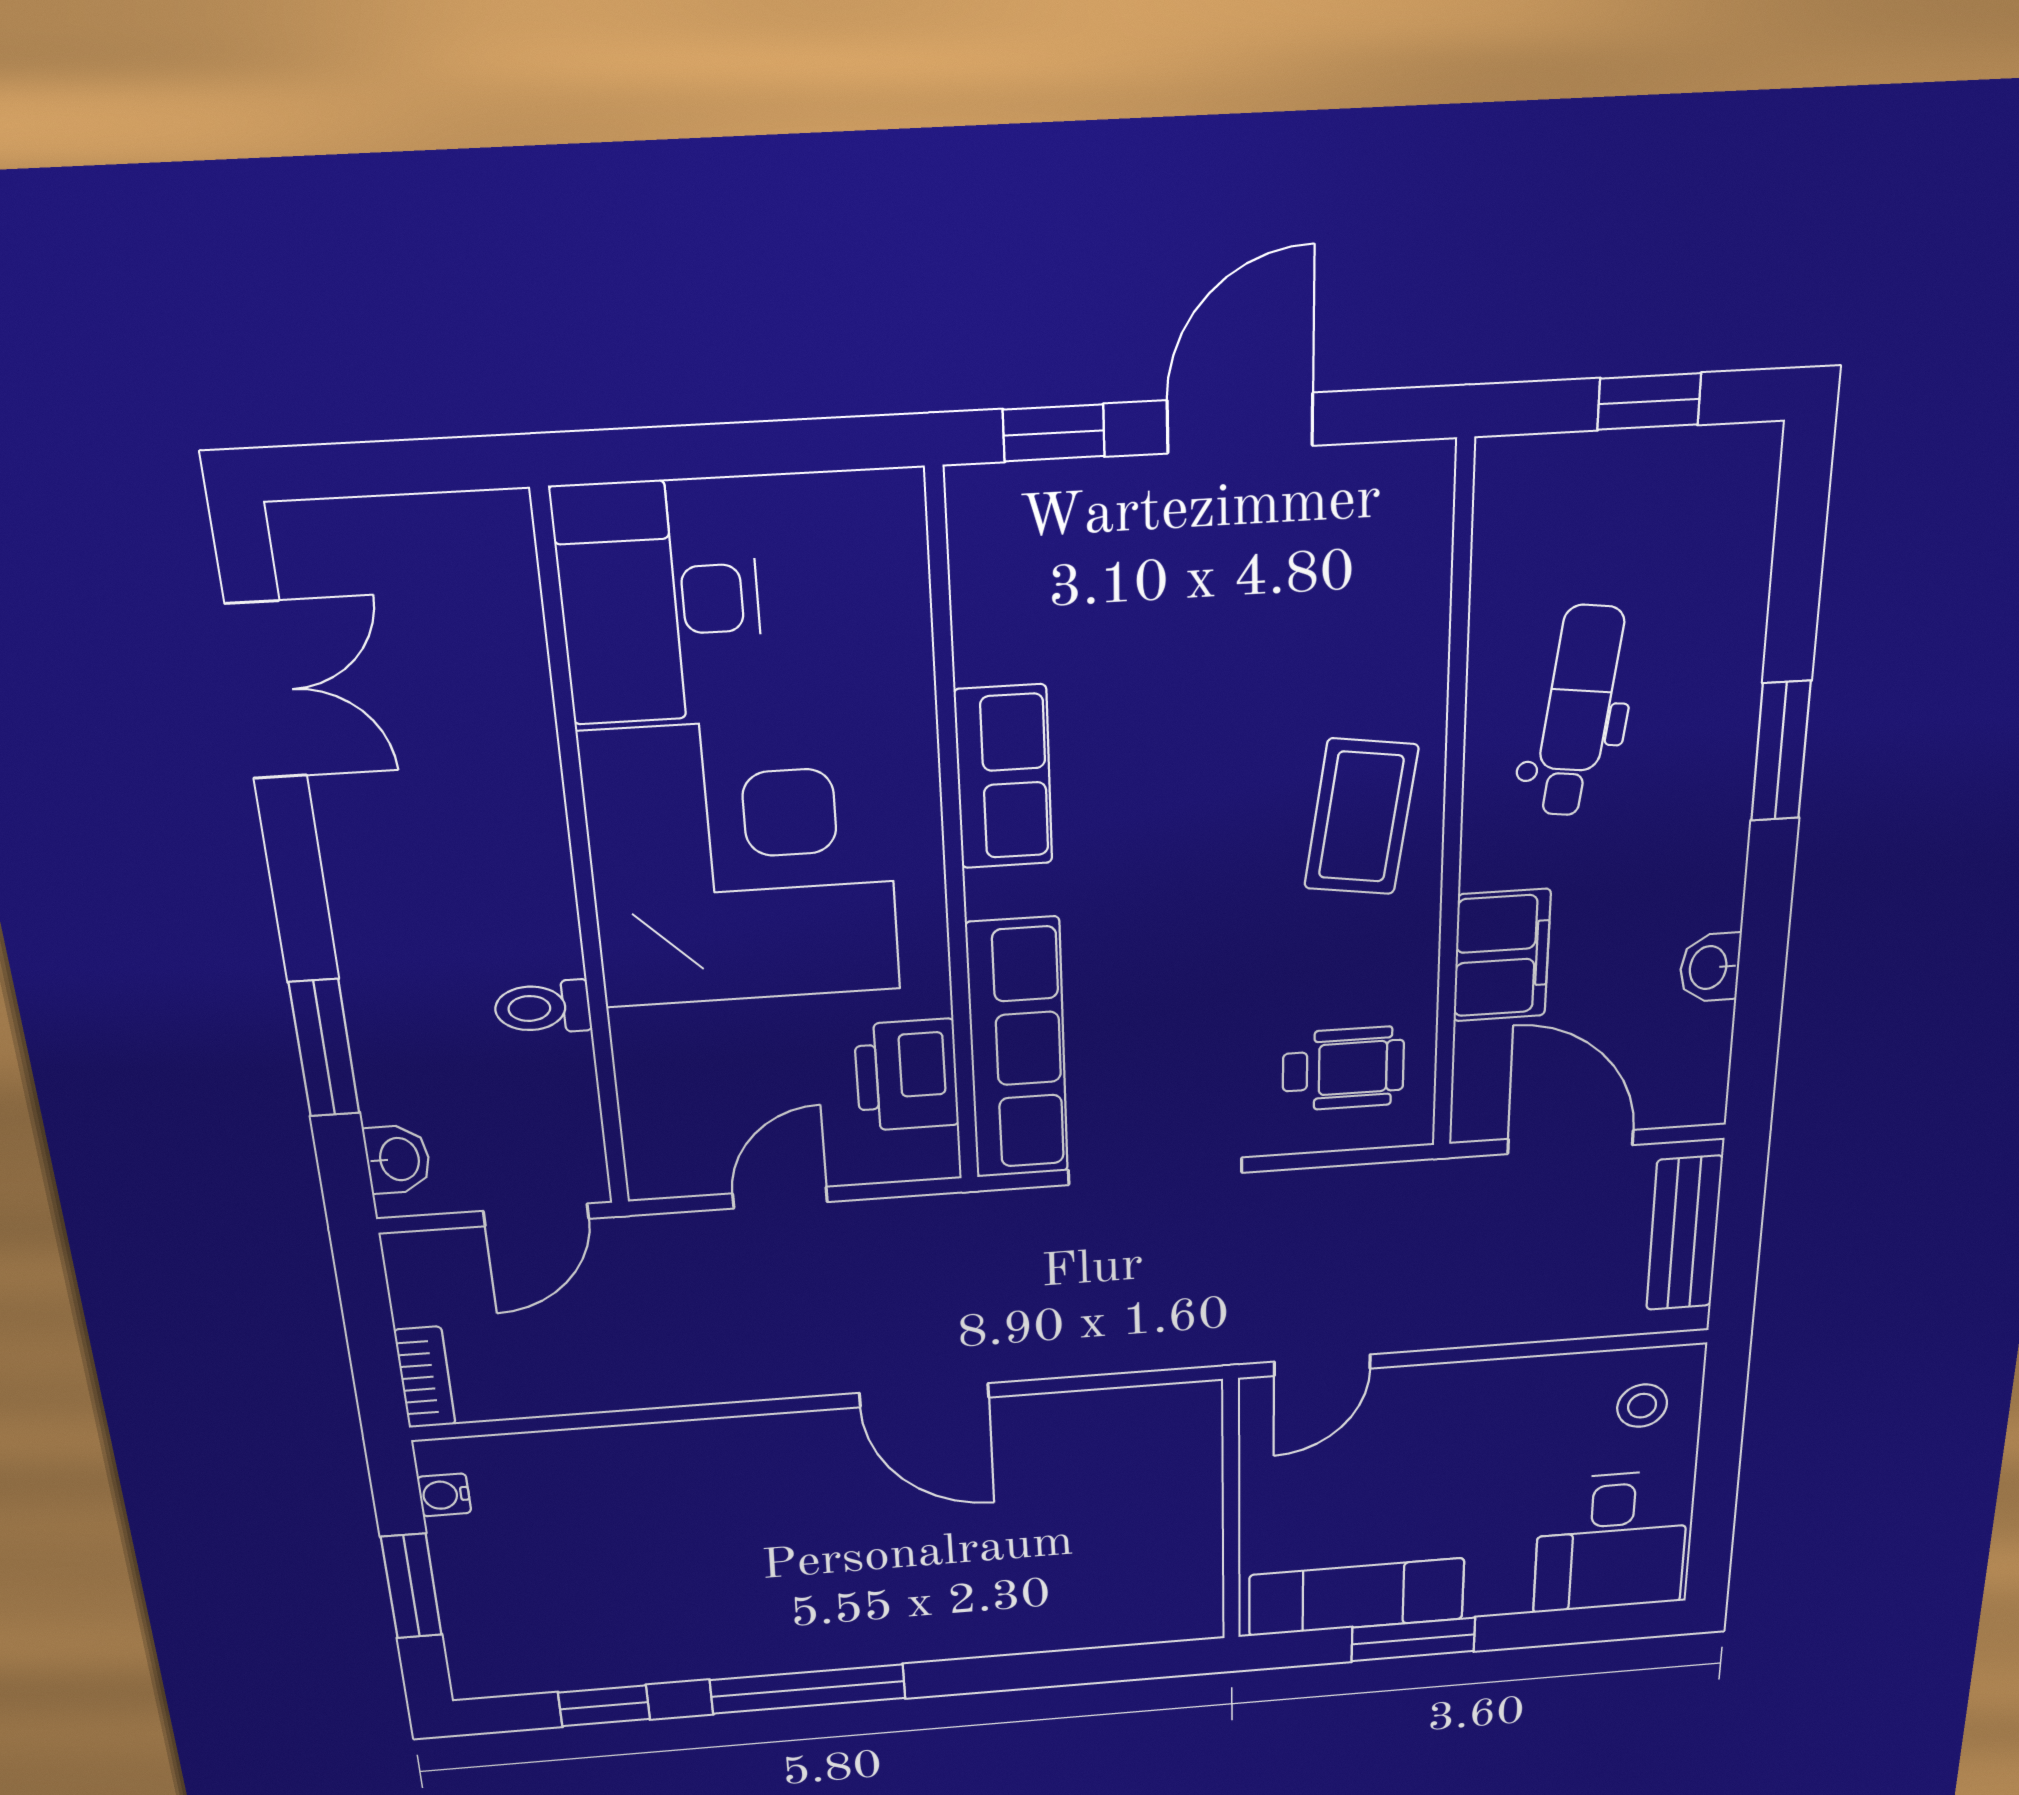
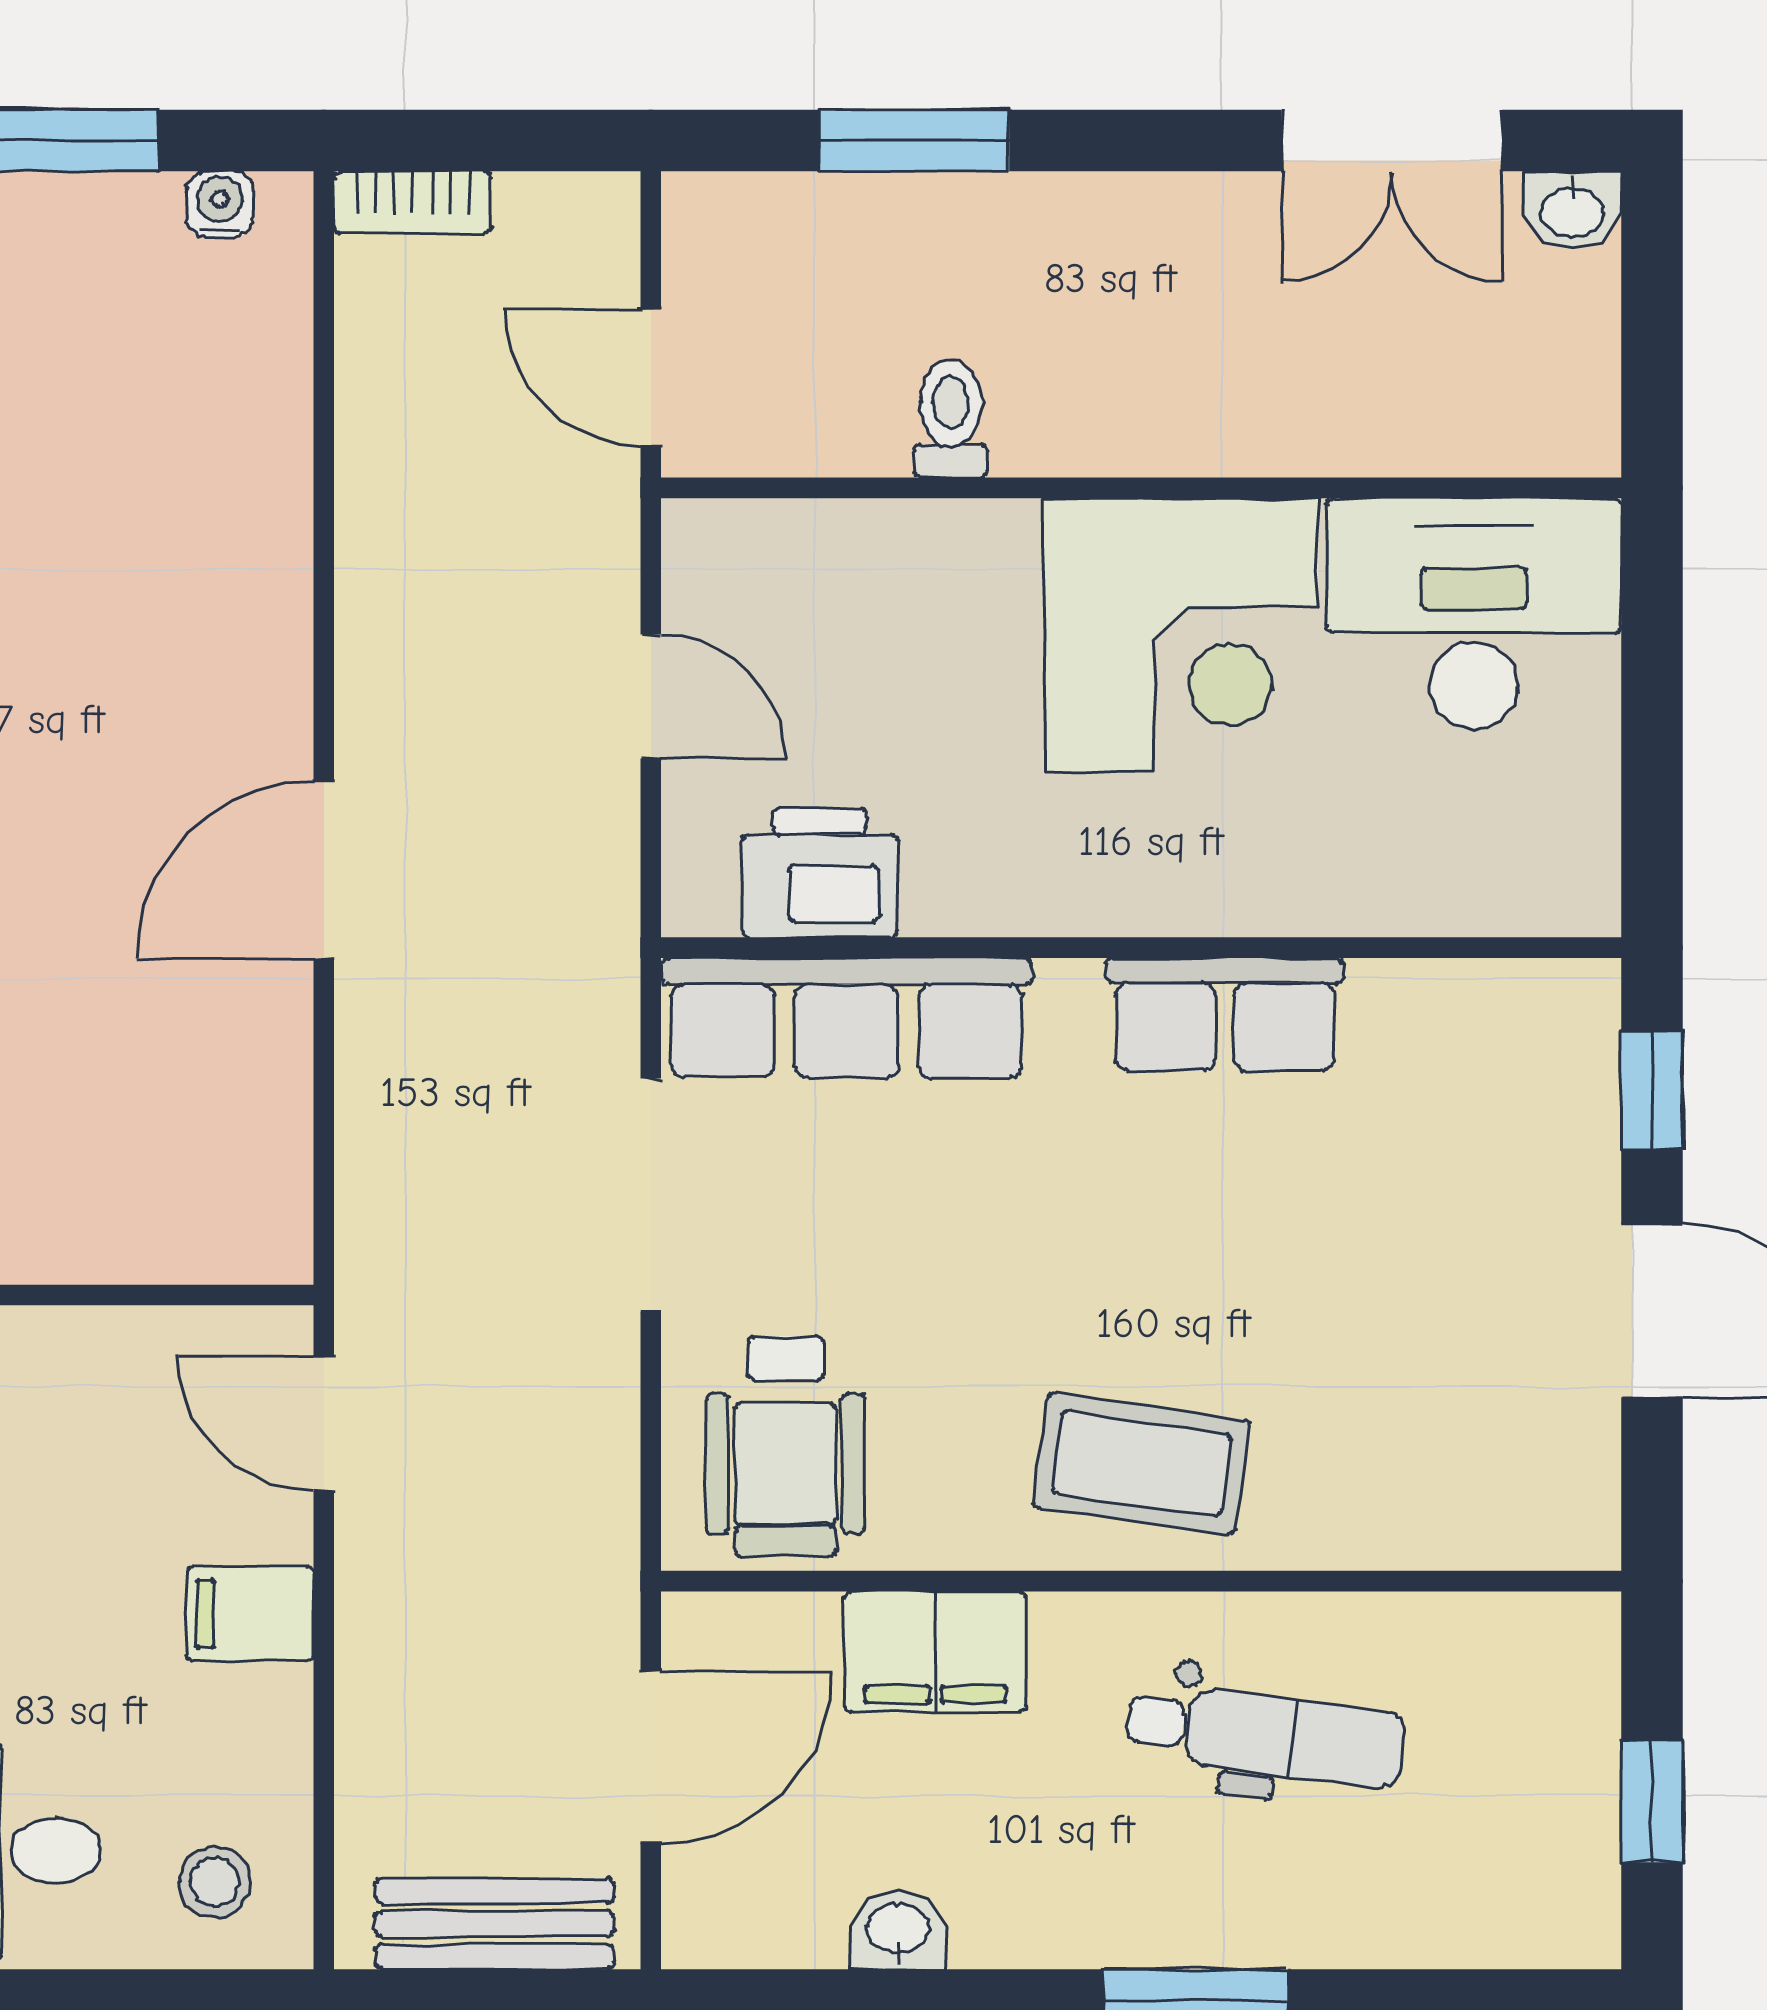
corner desk: (742, 863) -> (1181, 635), width x0.74, depth x0.74
wheelchair: (1343, 1069) -> (785, 1446), width x1.36, depth x1.37
washbasin: (398, 1159) -> (1573, 210), moved
filing cabinet: (1456, 1399) -> (250, 1614), added

